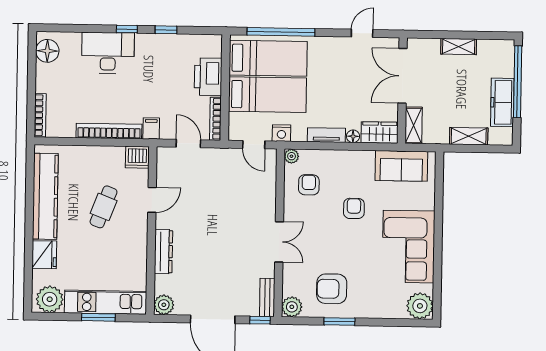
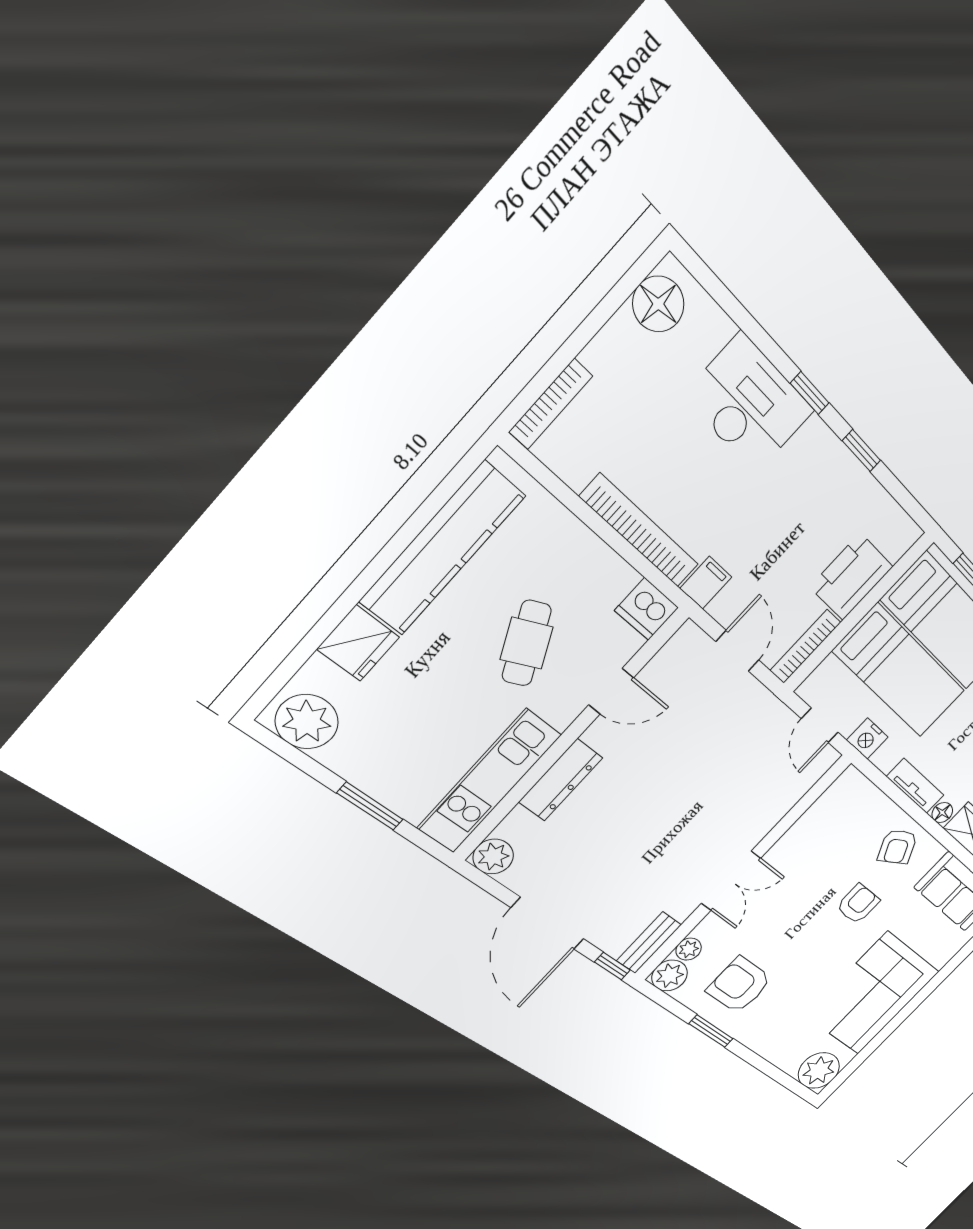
plant: (291, 156) -> (689, 949), moved
armchair: (309, 185) -> (897, 847), moved, turned 151
cafe table: (104, 207) -> (527, 643), turned -47
kitchen unit: (106, 302) -> (489, 781), moved, turned -90

